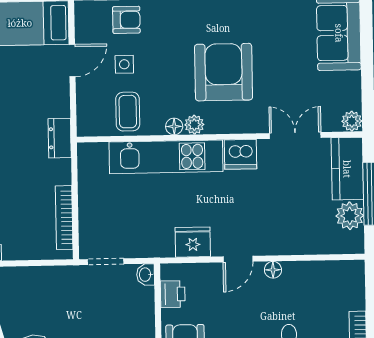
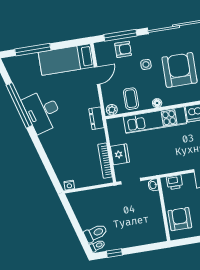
side table: (124, 64) -> (146, 64), moved
plant: (194, 125) -> (112, 110), moved
fridge: (193, 242) -> (120, 154), moved, turned 90
printer: (173, 294) -> (175, 182), moved, turned 90

